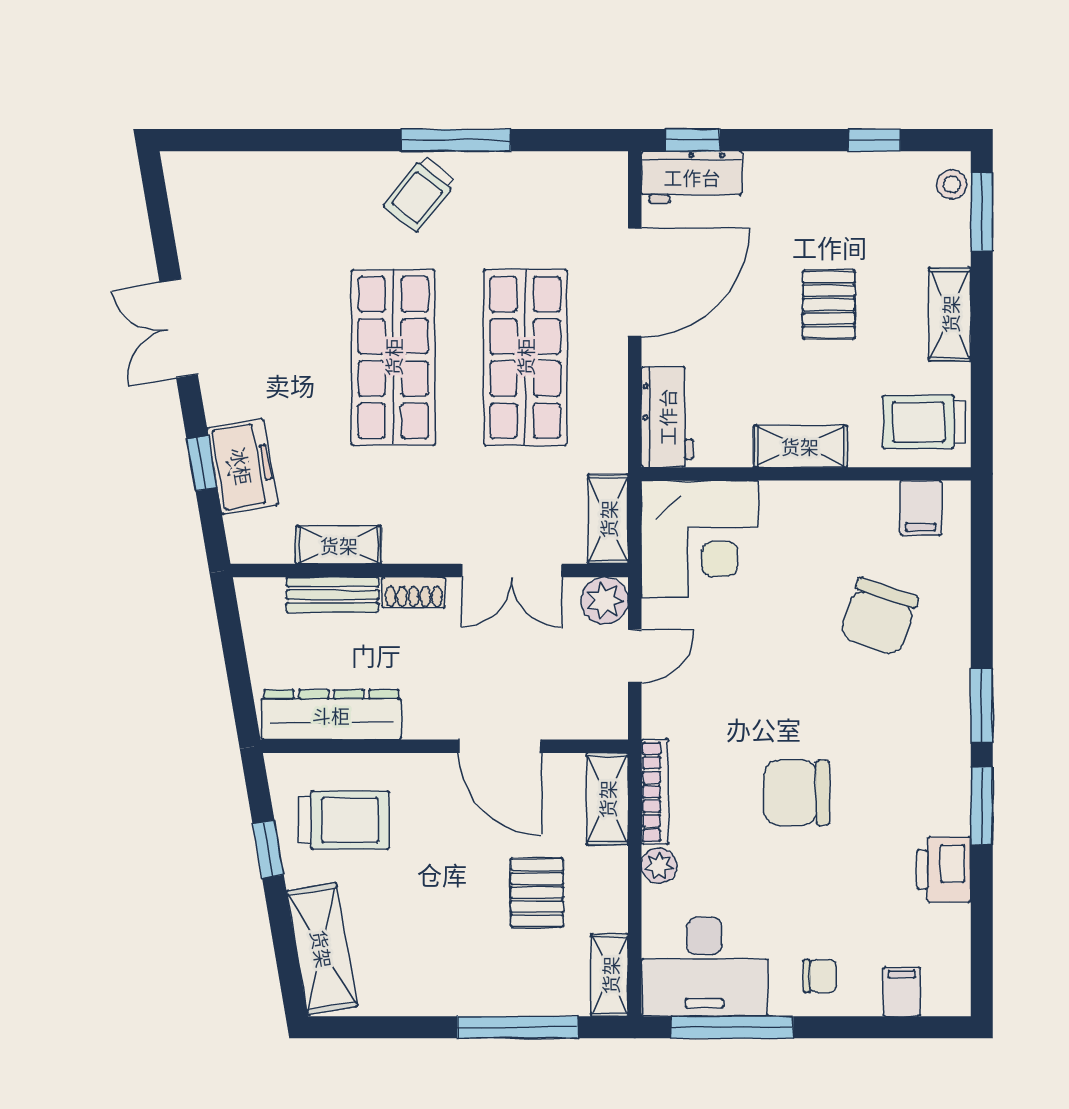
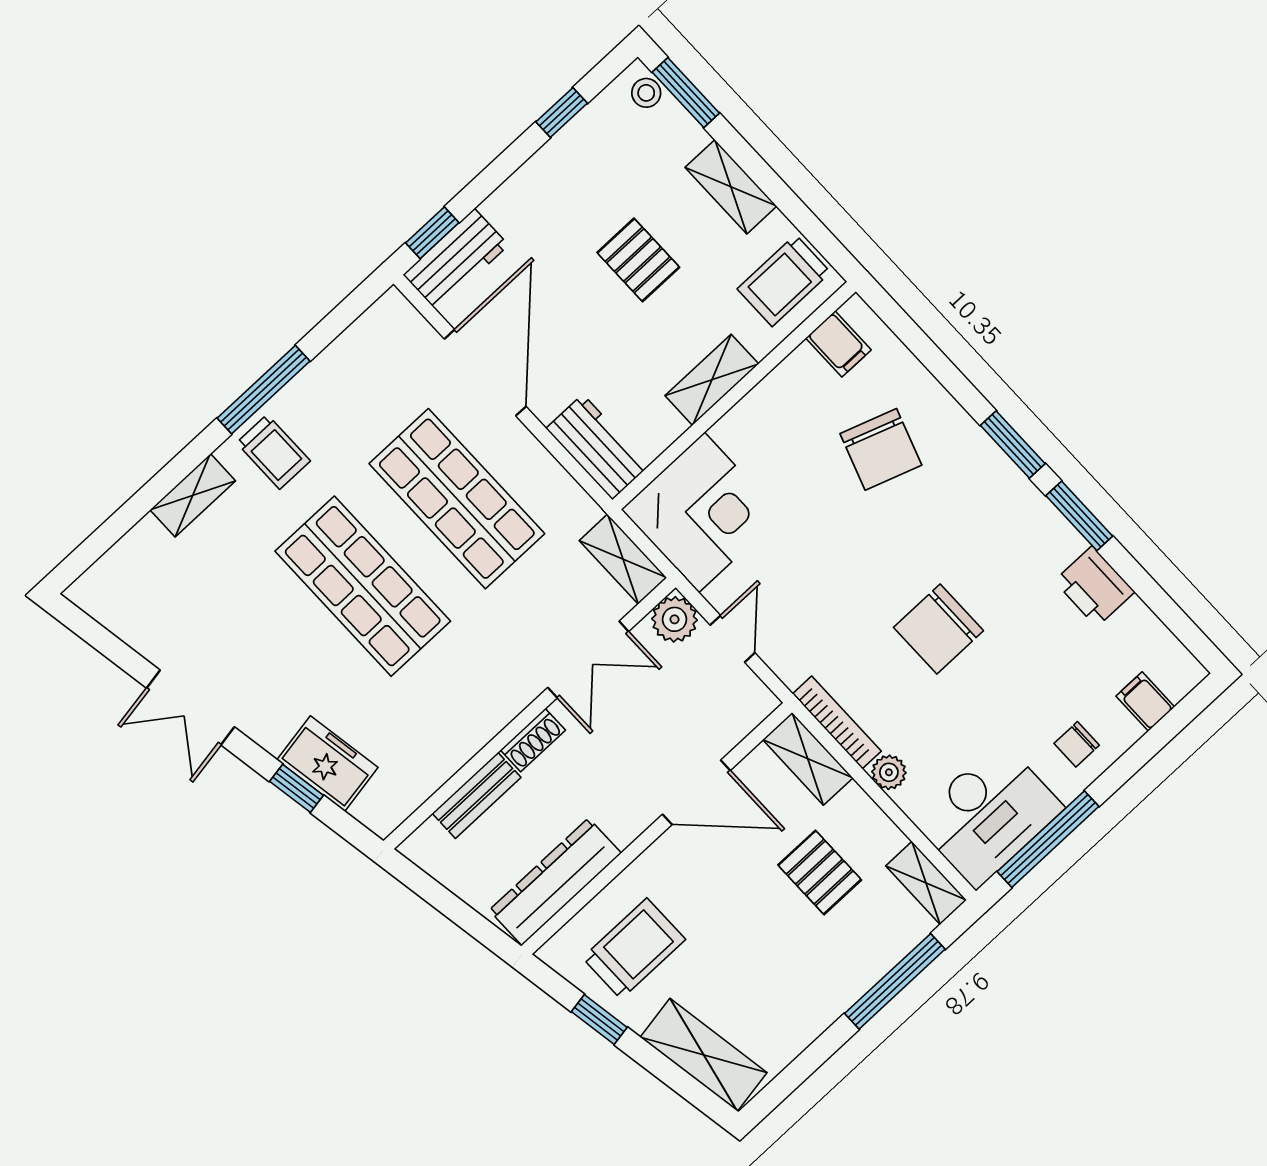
trolley: (420, 194) -> (273, 452), turned -38
shelving: (339, 545) -> (193, 495), moved
chair: (820, 976) -> (1077, 744), turned 180

